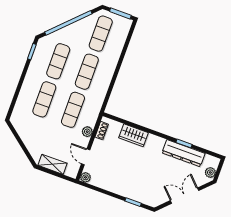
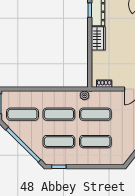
plant: (87, 132) -> (84, 95), moved
wardrobe: (133, 135) -> (98, 38), moved

